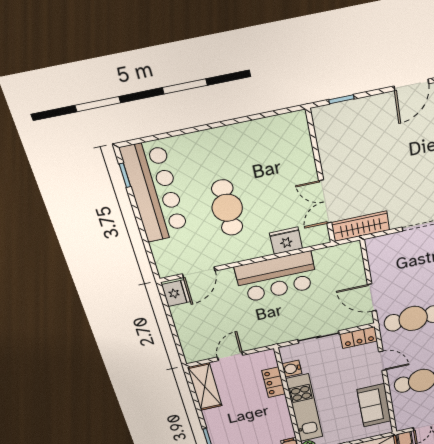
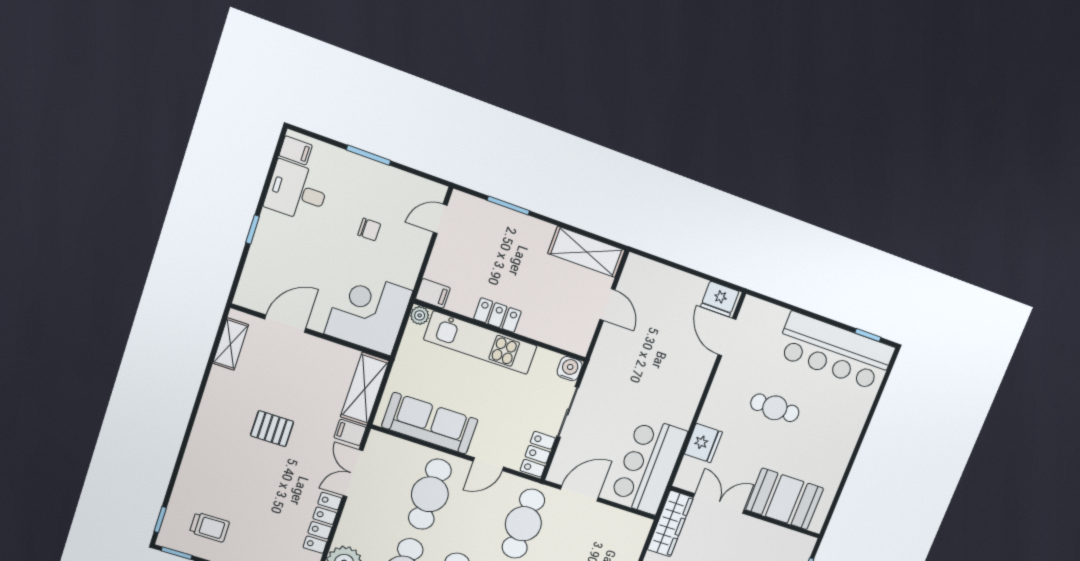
booth: (293, 155) -> (785, 499), added
cafe table: (227, 208) -> (775, 408), width x0.73, depth x0.74
bar counter: (277, 277) -> (648, 466), moved
water cooler: (292, 369) -> (570, 369), moved
locker: (274, 382) -> (497, 315), moved
sofa: (374, 405) -> (430, 423), width x1.36

